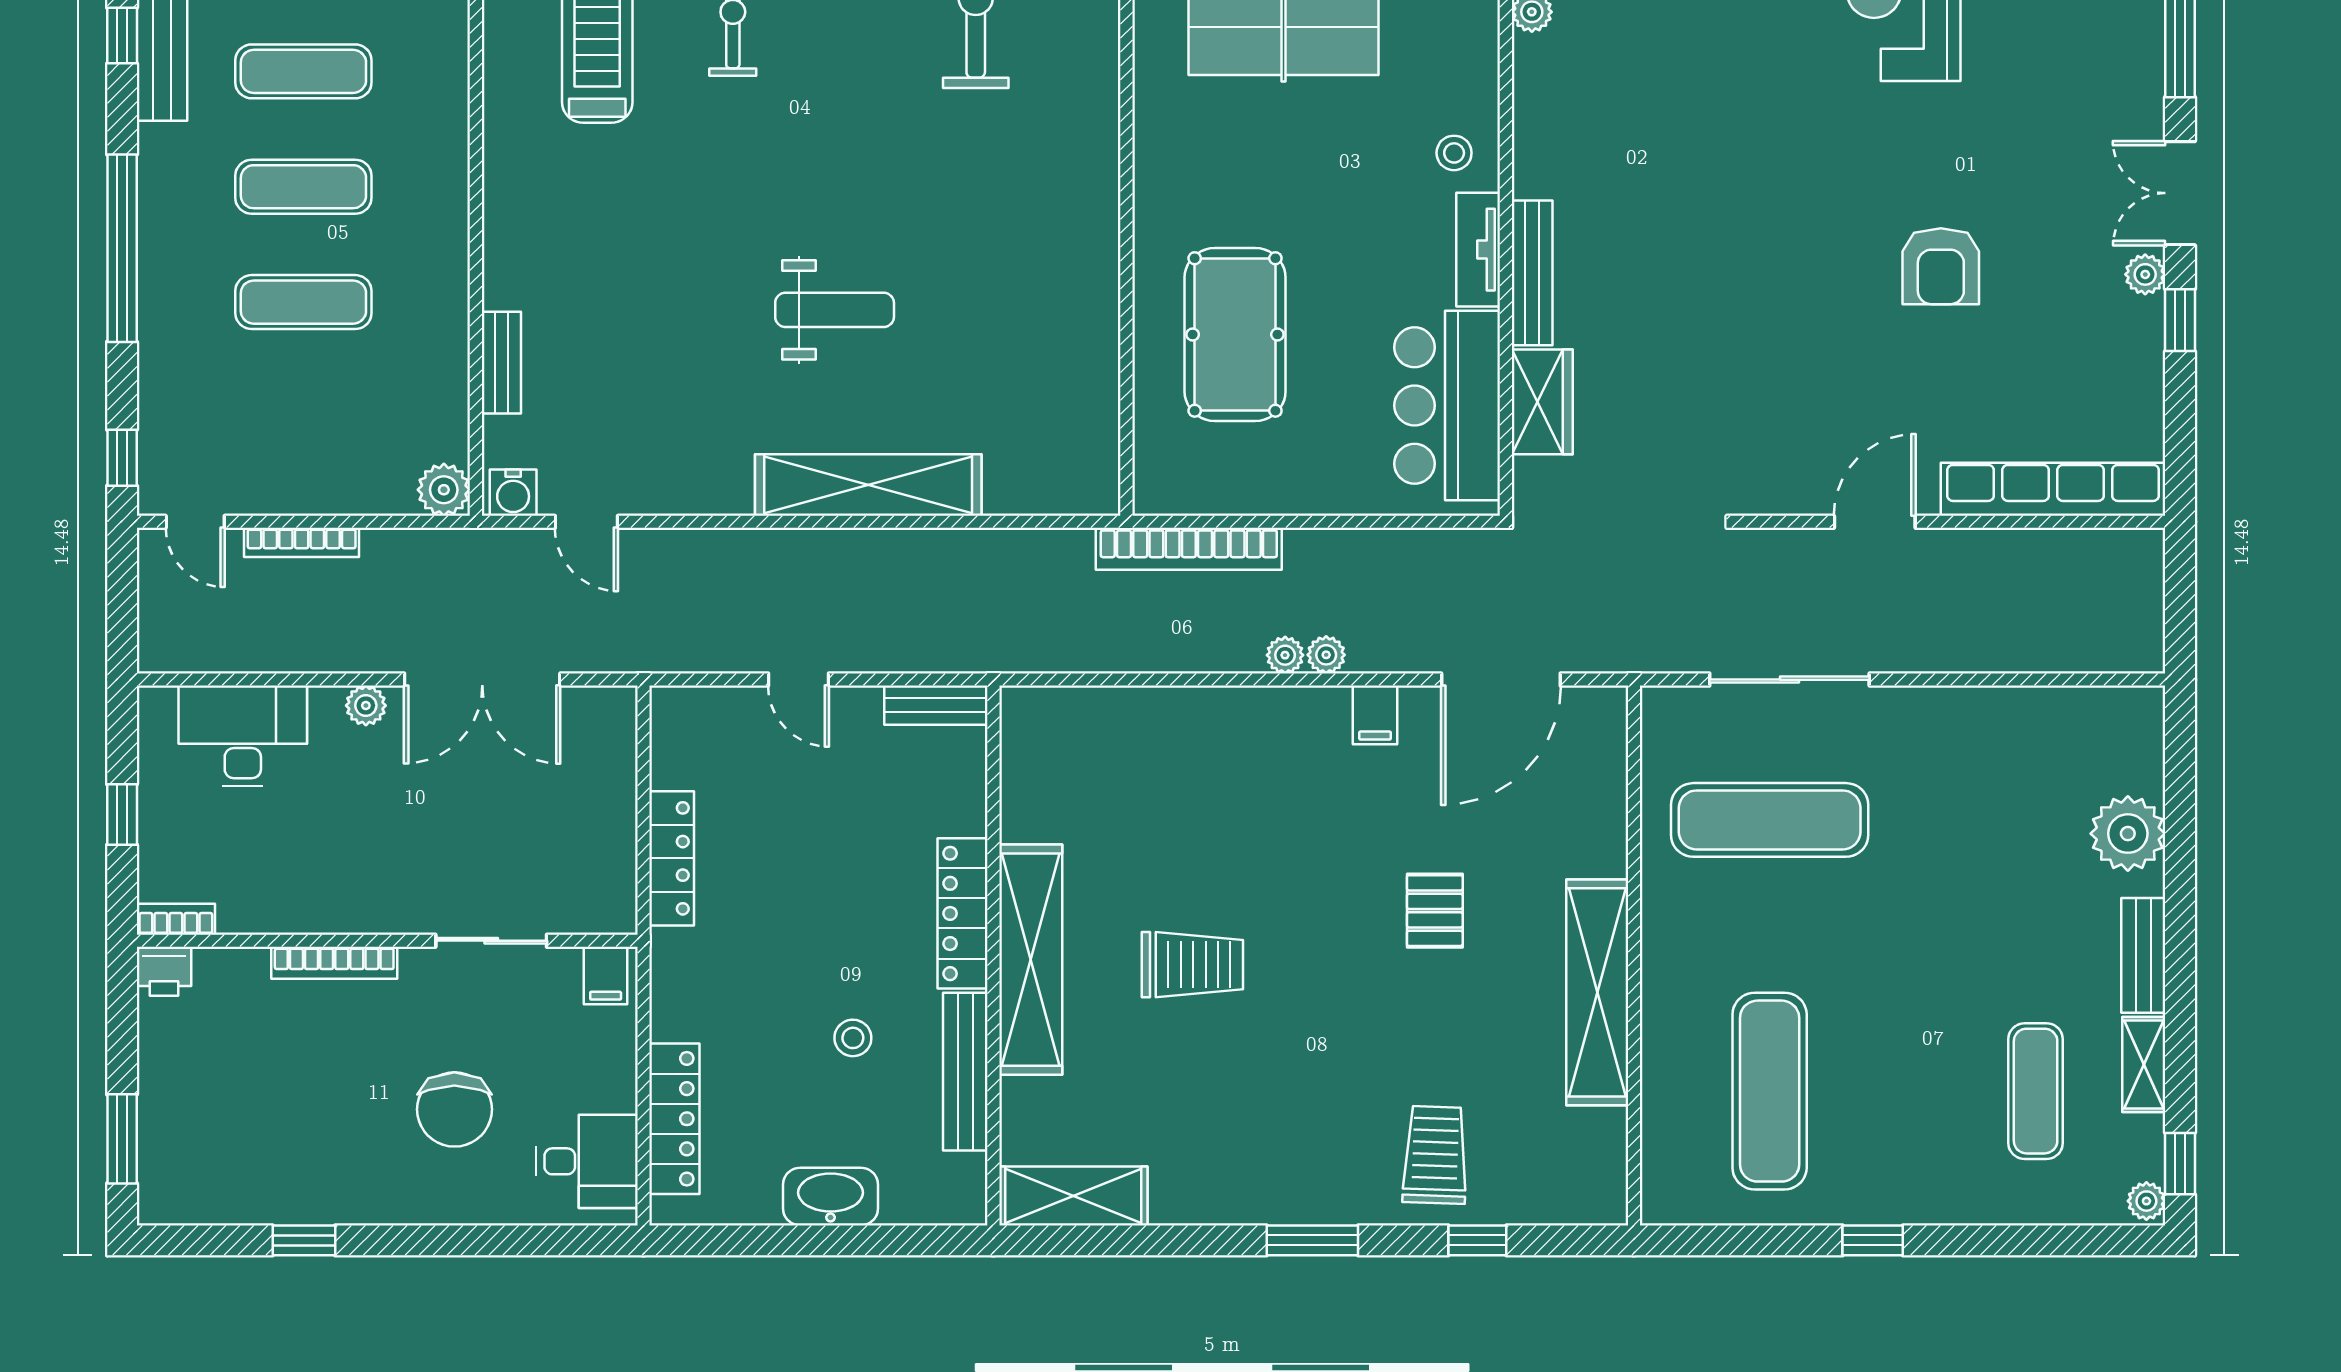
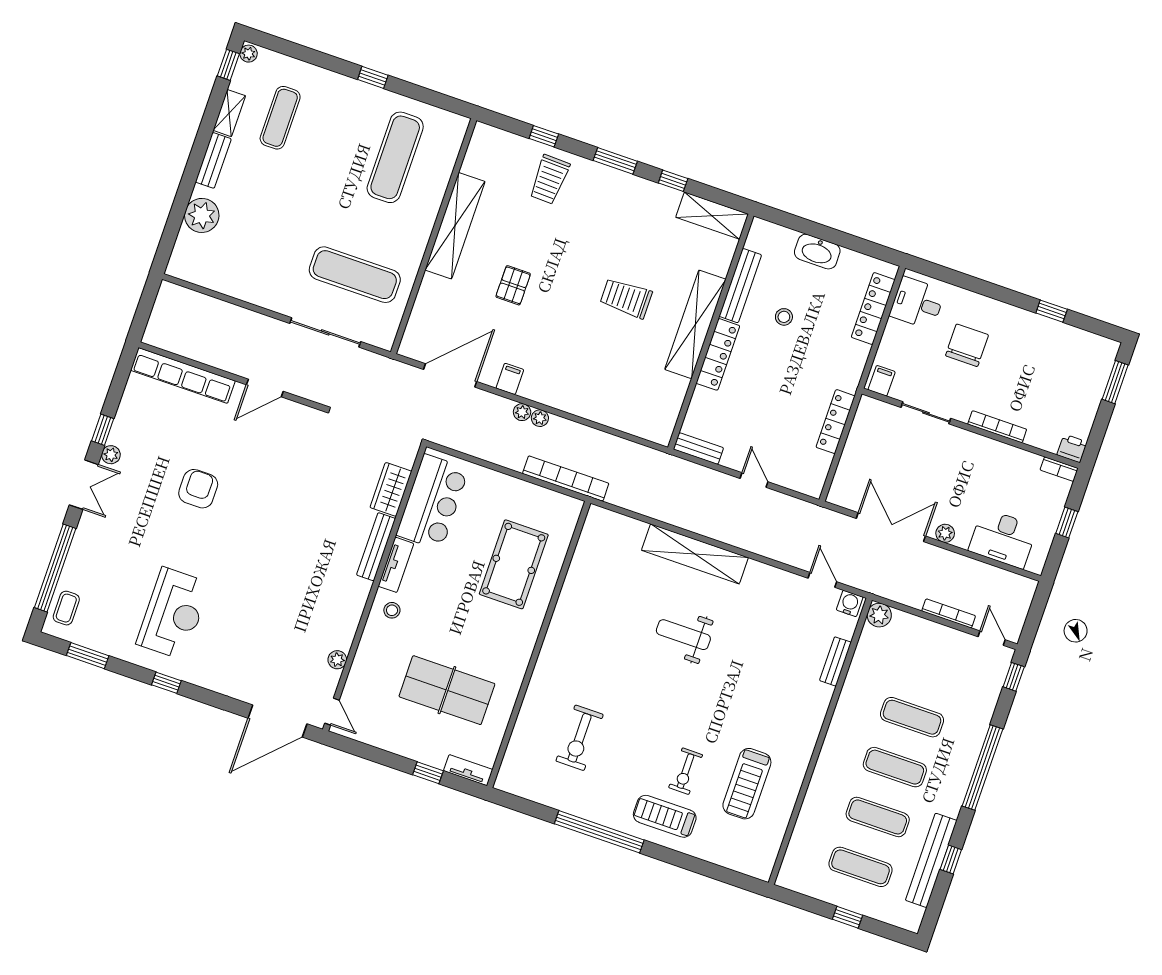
window: (1179, 1240) -> (673, 181), added

